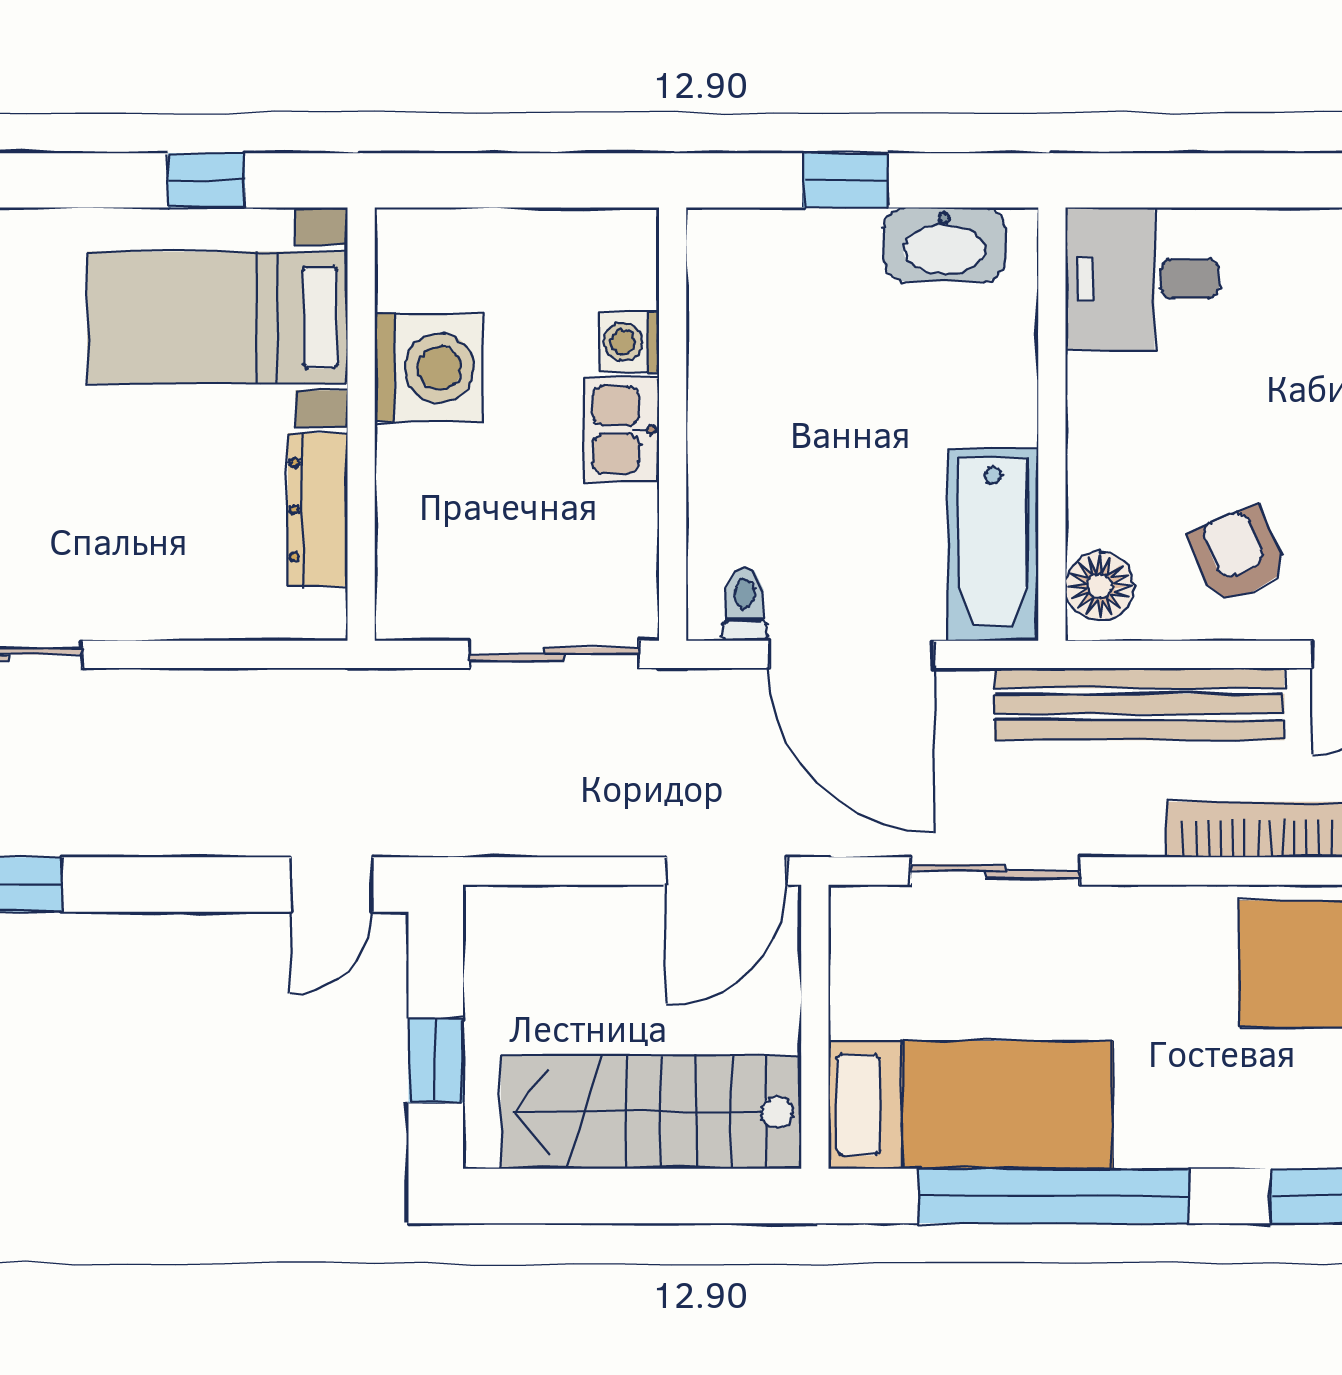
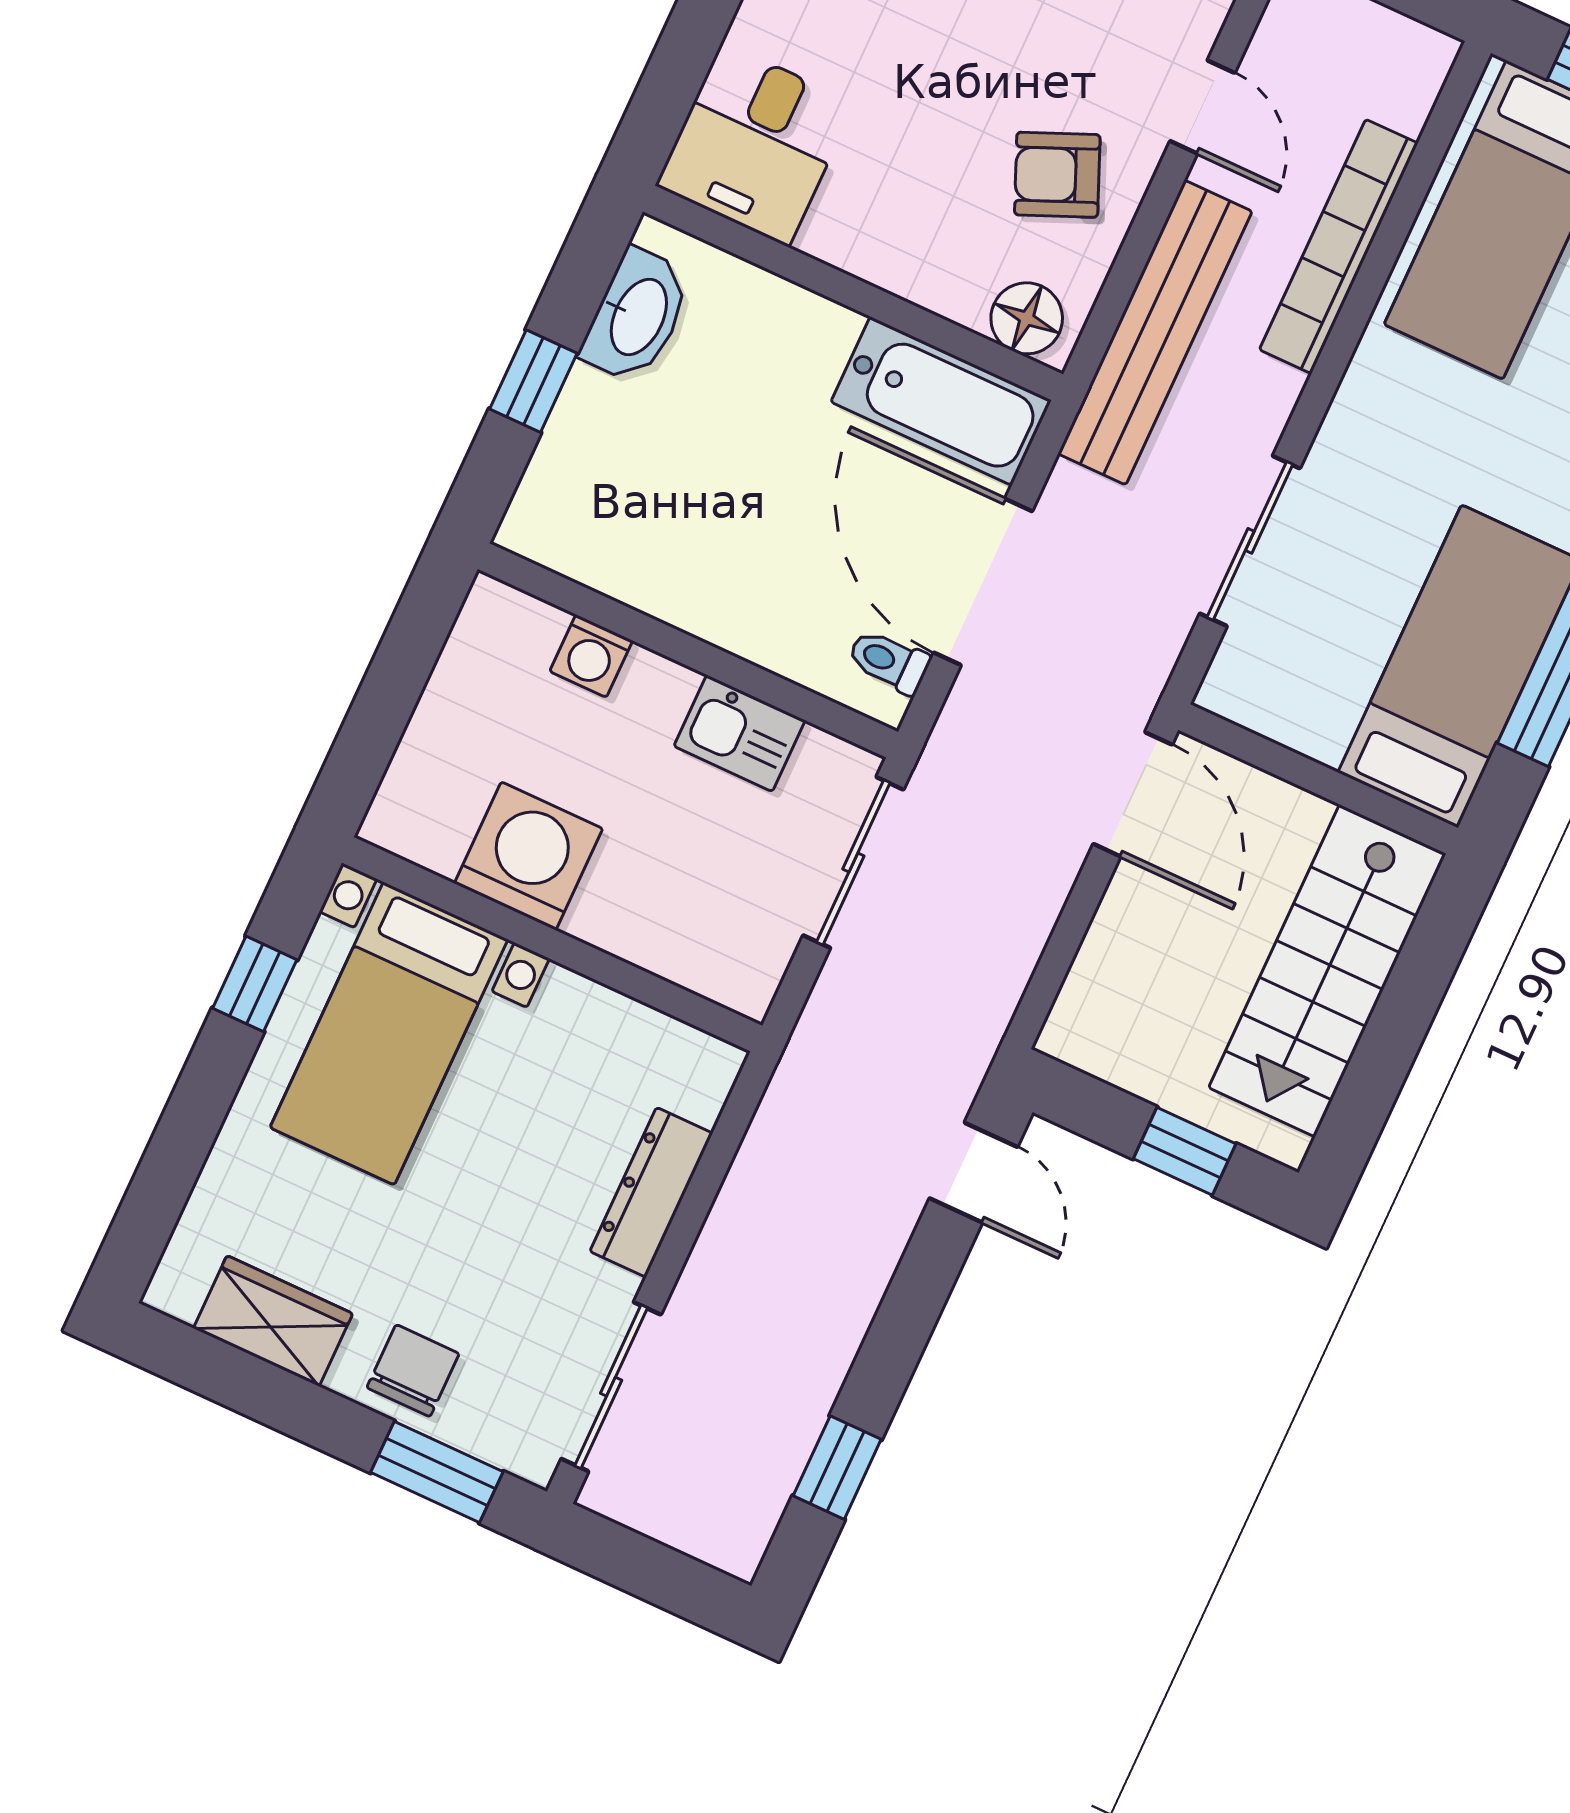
kitchen sink: (621, 430) -> (740, 733), moved
dresser: (318, 510) -> (651, 1192), moved, turned 90
door: (852, 654) -> (983, 582), swing flipped

